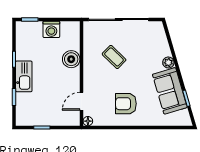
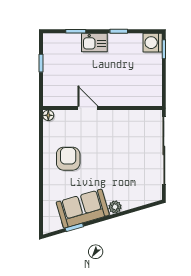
washing machine: (51, 29) -> (153, 43), moved
coffee table: (114, 57) -> (121, 145), removed
boiler: (71, 59) -> (119, 96), removed
kitchen sink: (24, 76) -> (94, 42), width x0.73
door: (81, 101) -> (88, 108), moved

